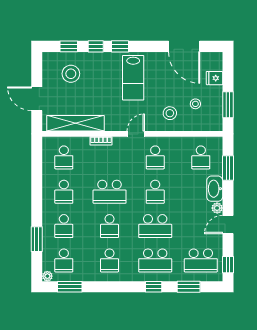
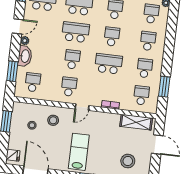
fridge: (214, 78) -> (13, 155), moved
shelving: (75, 123) -> (136, 122), width x0.68
window: (37, 239) -> (164, 87), moved

